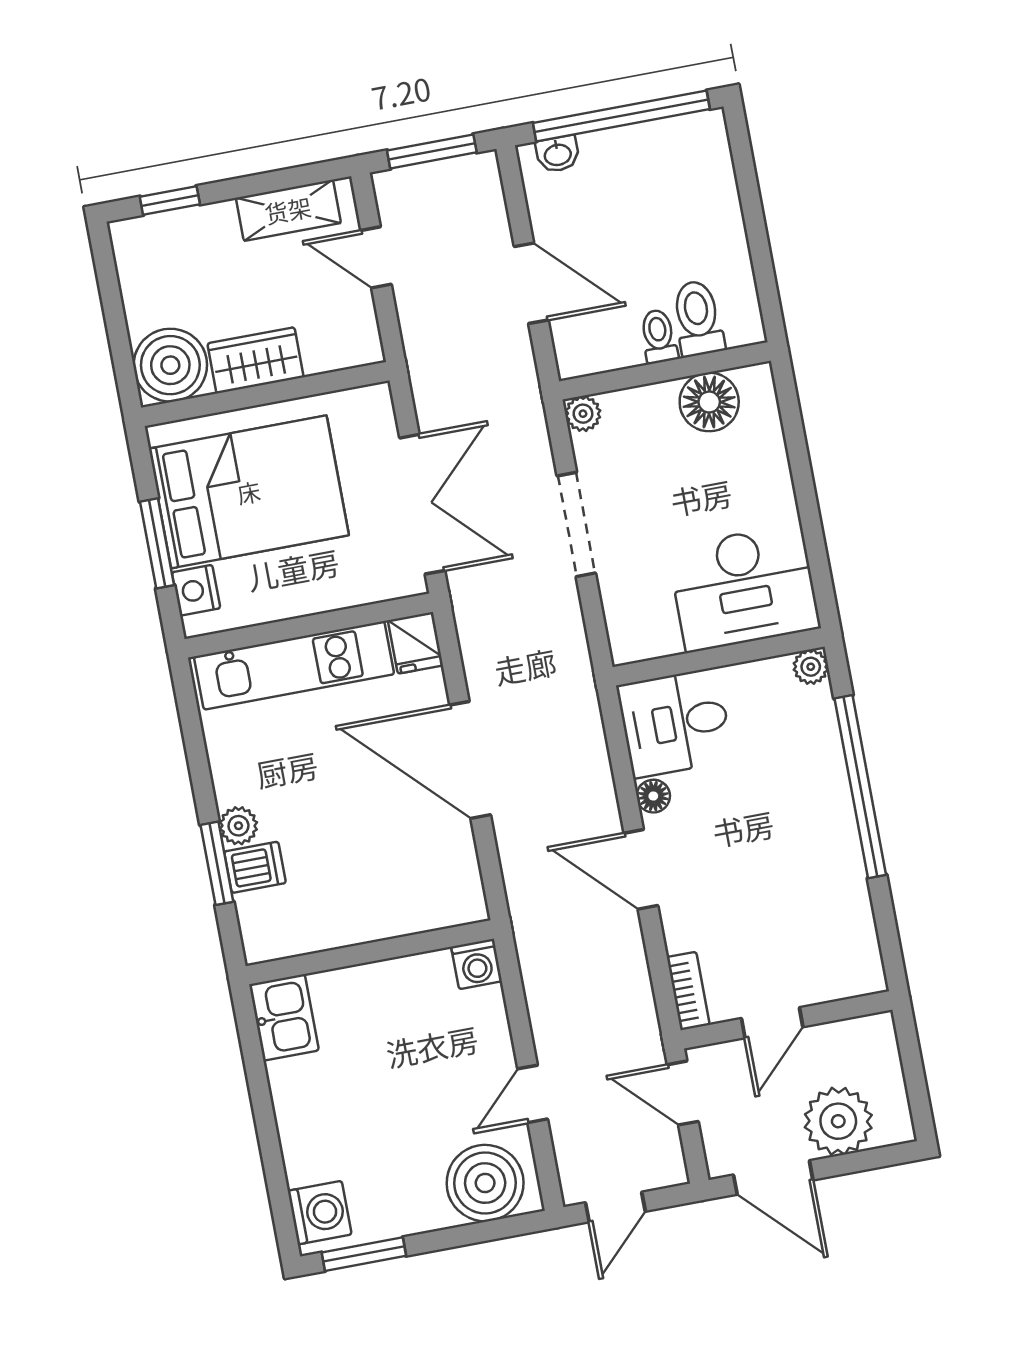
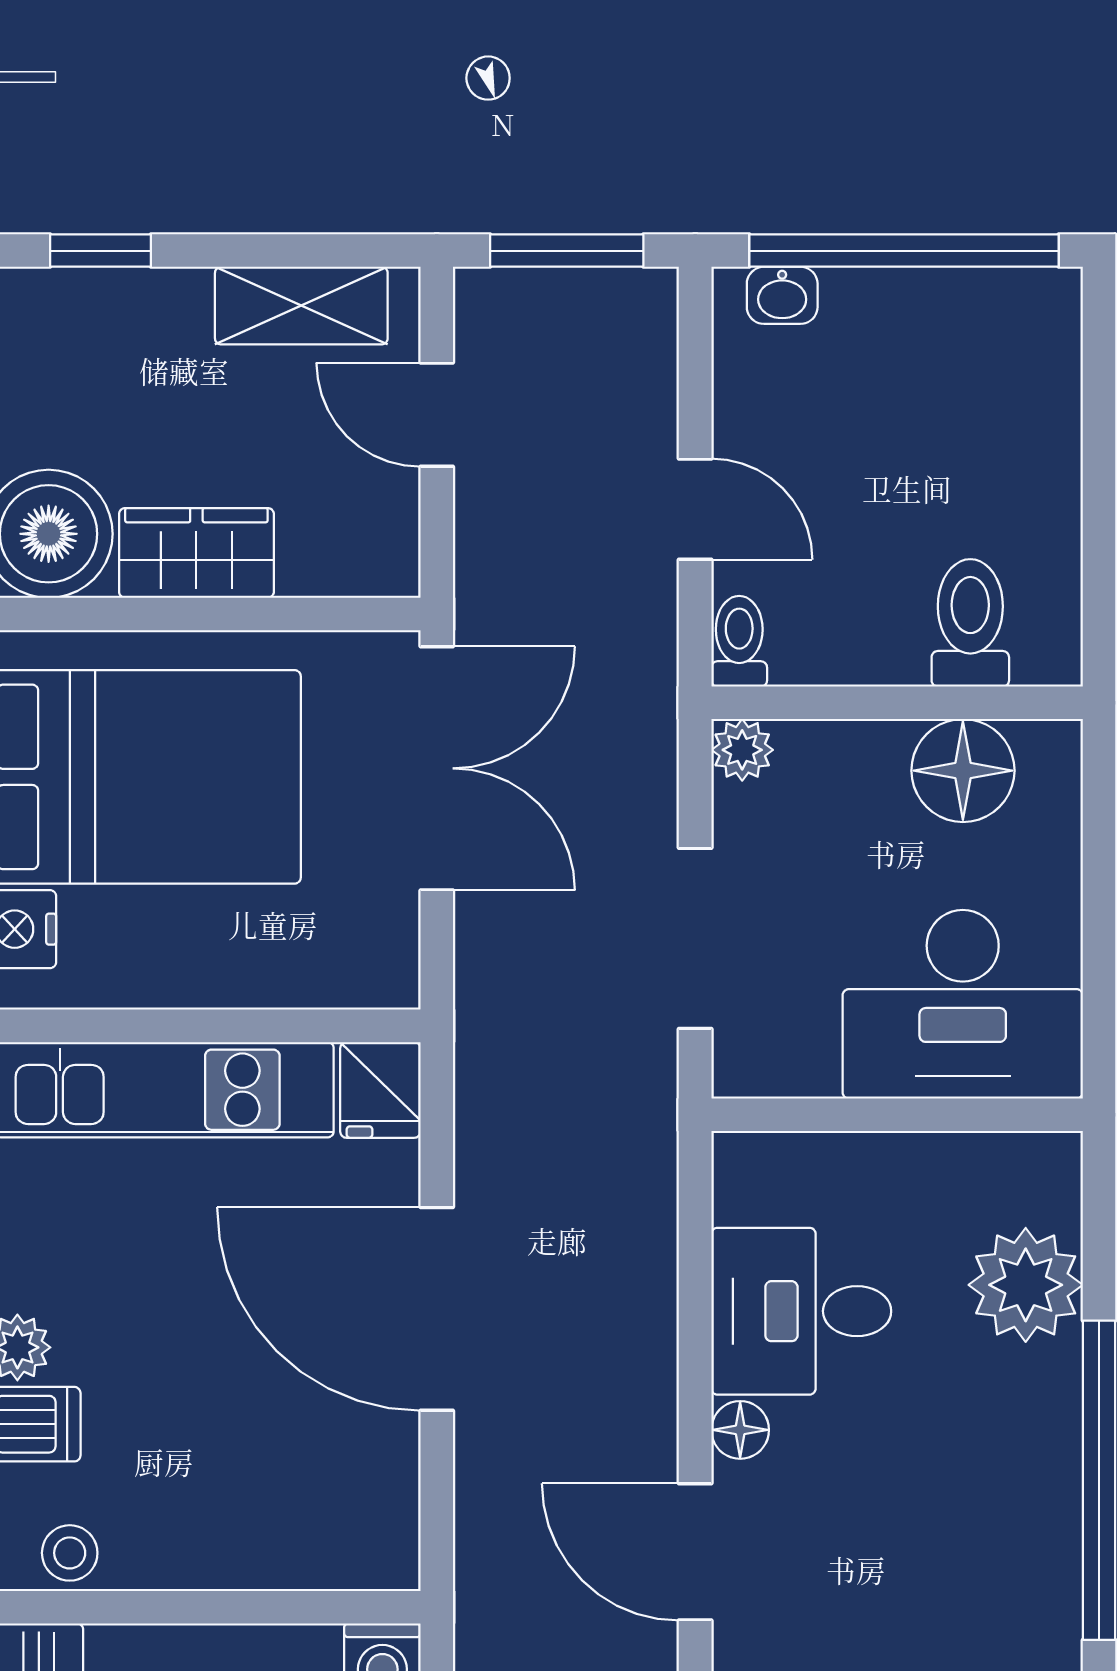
door: (531, 283) -> (695, 509), width x0.73
toilet: (659, 336) -> (739, 641), moved
double door: (422, 504) -> (437, 768), moved
desk: (744, 588) -> (963, 1004), moved
wall: (719, 657) -> (897, 1115), moved
plant: (811, 667) -> (1026, 1285), width x1.88, depth x1.88
stool: (289, 936) -> (70, 1553), added

